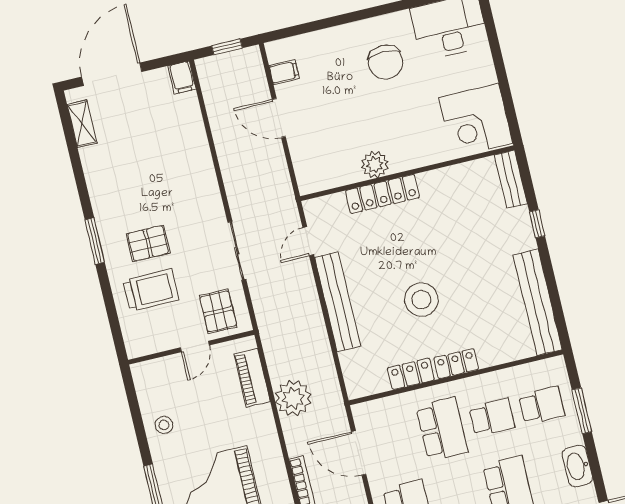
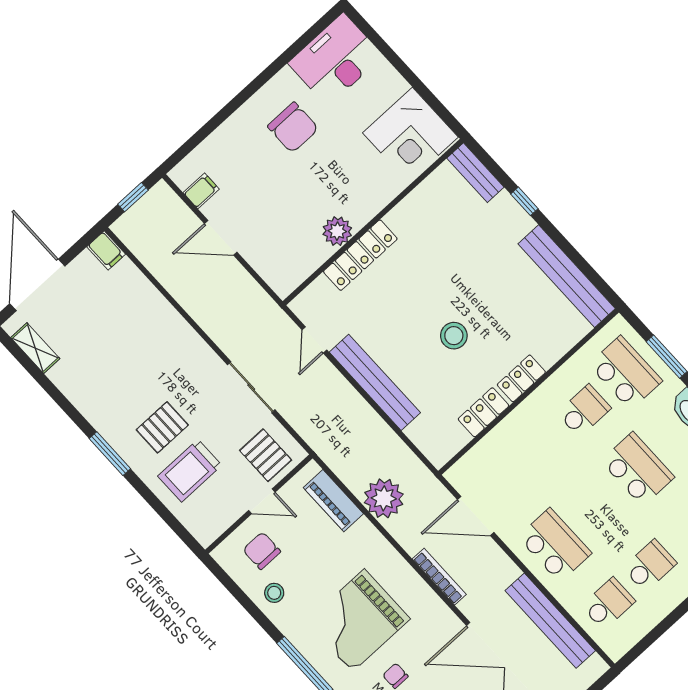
trolley: (151, 290) -> (190, 471), turned 180
stool: (421, 300) -> (454, 336), width x0.73, depth x0.73
door: (195, 346) -> (262, 501), hinge flipped
chair: (173, 386) -> (262, 551), added
school desk: (542, 405) -> (625, 373), width x1.85
school desk: (442, 429) -> (543, 449), removed

